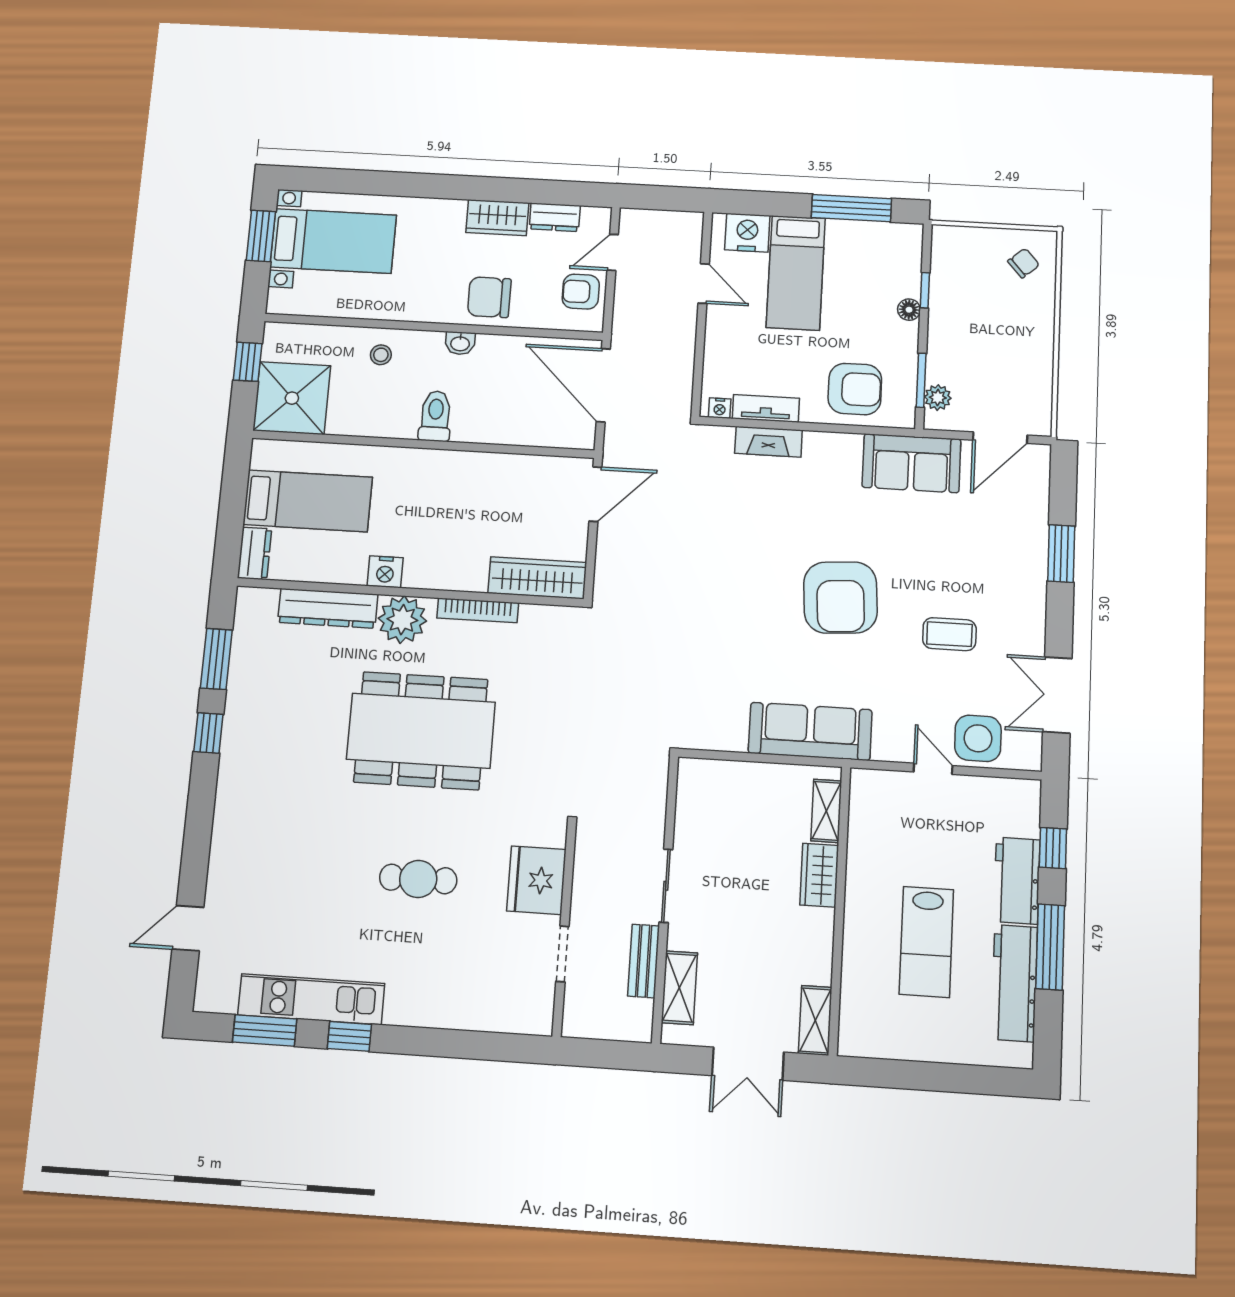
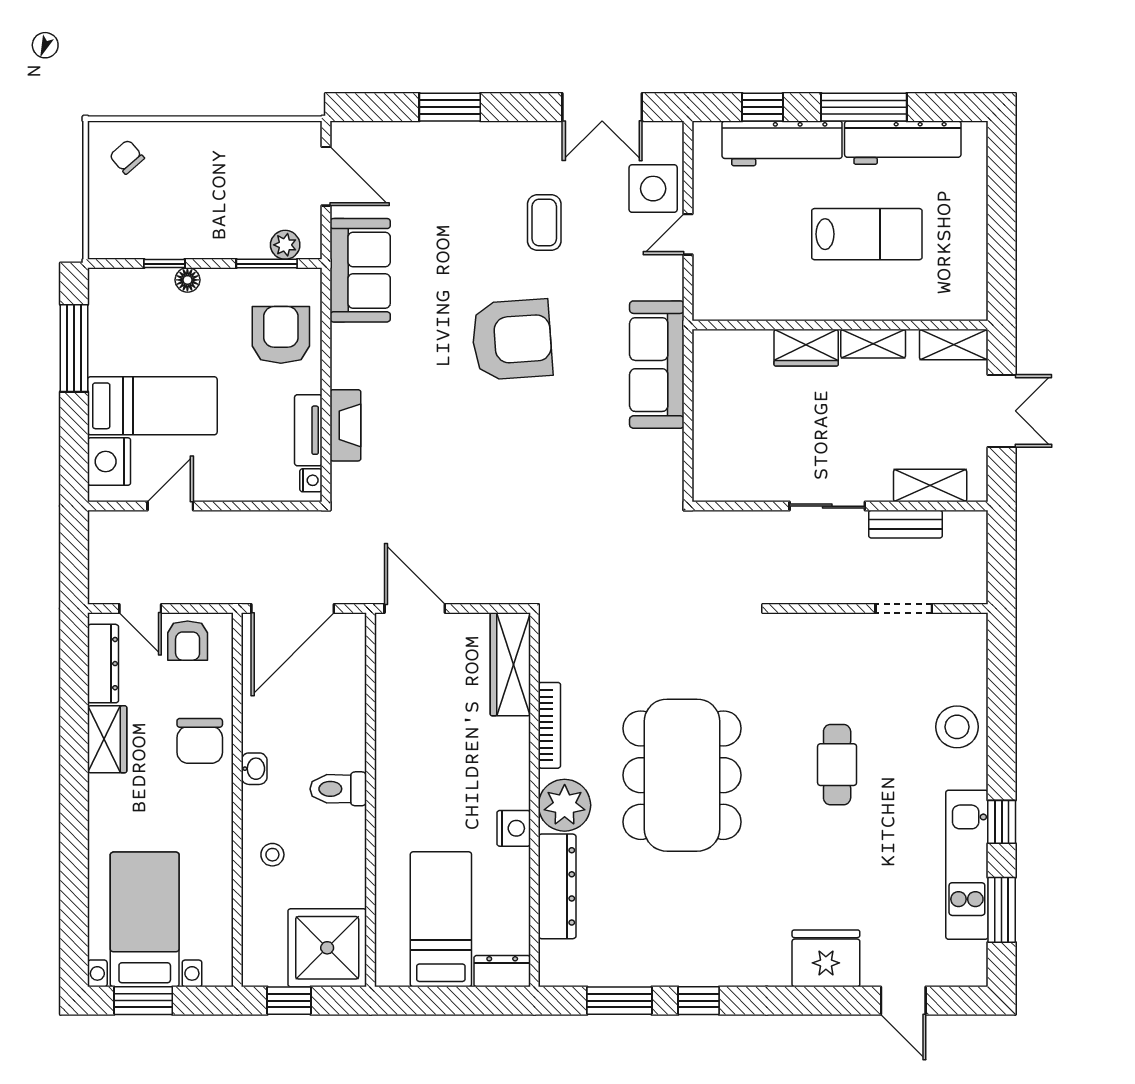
dresser: (555, 217) -> (103, 664), width x1.44
shelving: (826, 811) -> (873, 344), moved
fridge: (536, 880) -> (826, 958), moved, turned 180
workbench: (1017, 881) -> (782, 143), width x1.38
stool: (445, 998) -> (957, 727), added

